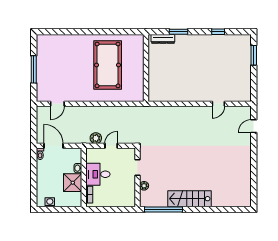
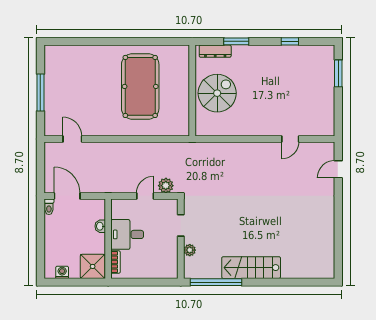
spiral stairs: (164, 70) -> (217, 93), added
door: (57, 104) -> (72, 139), swing flipped
plant: (96, 138) -> (166, 186), moved
shower: (73, 183) -> (93, 266), moved

